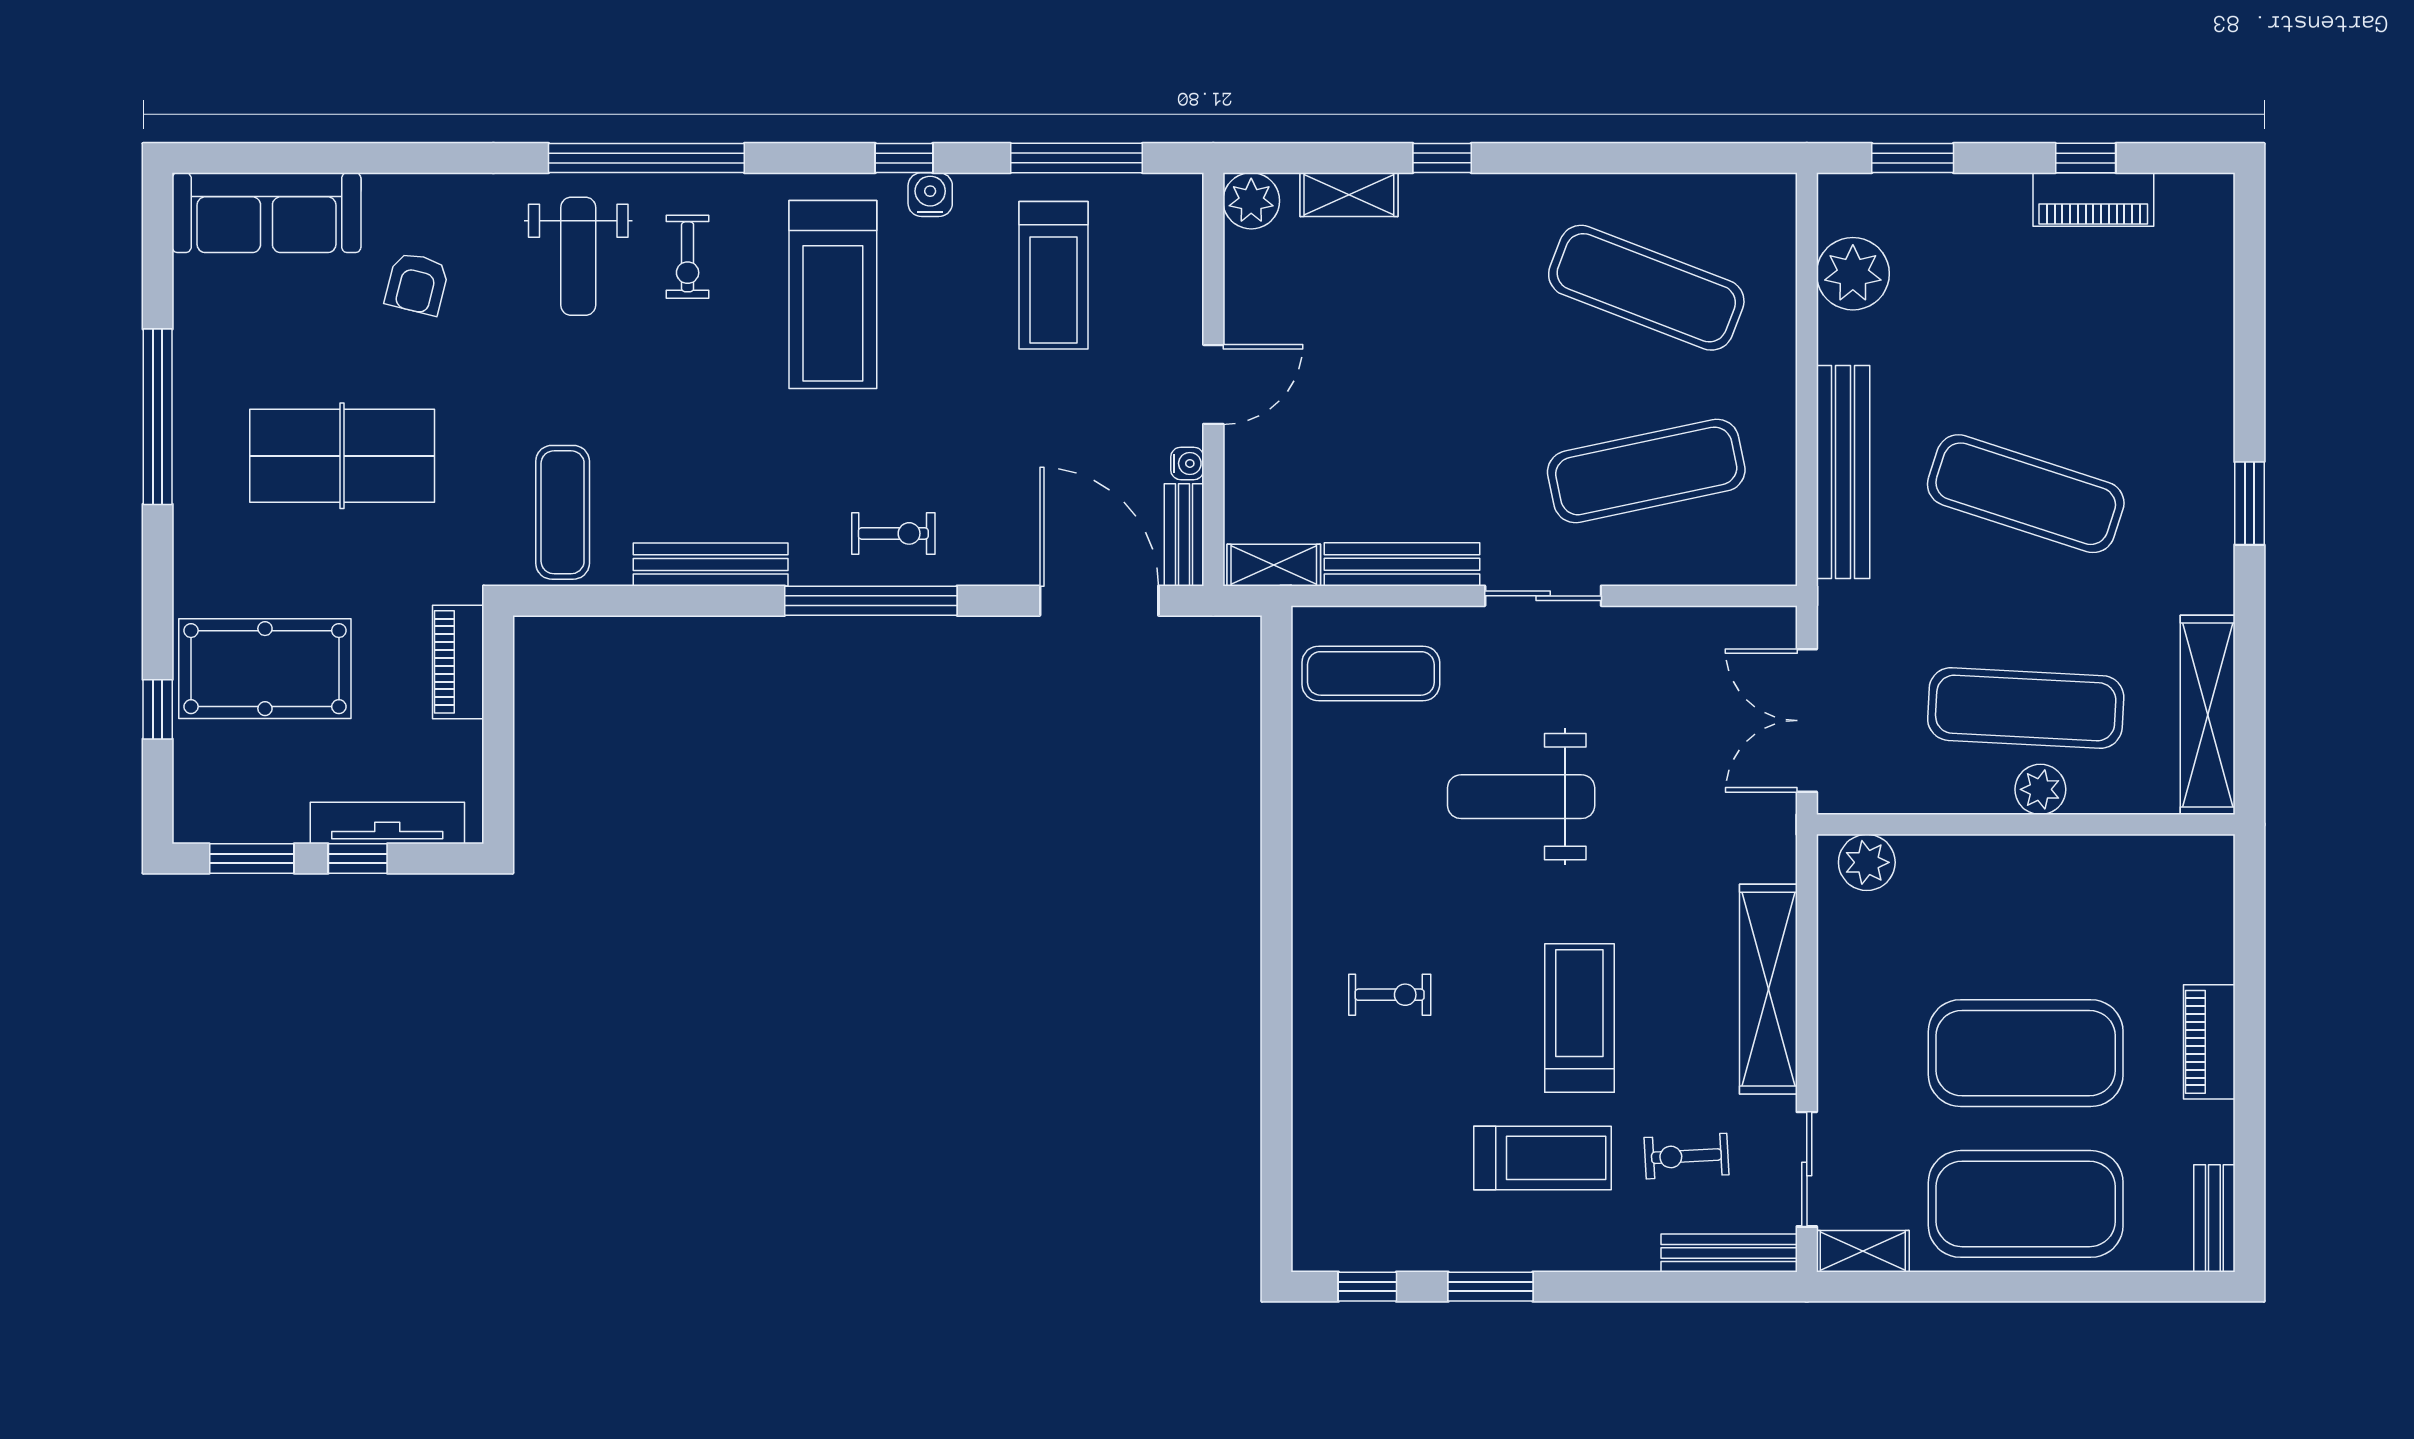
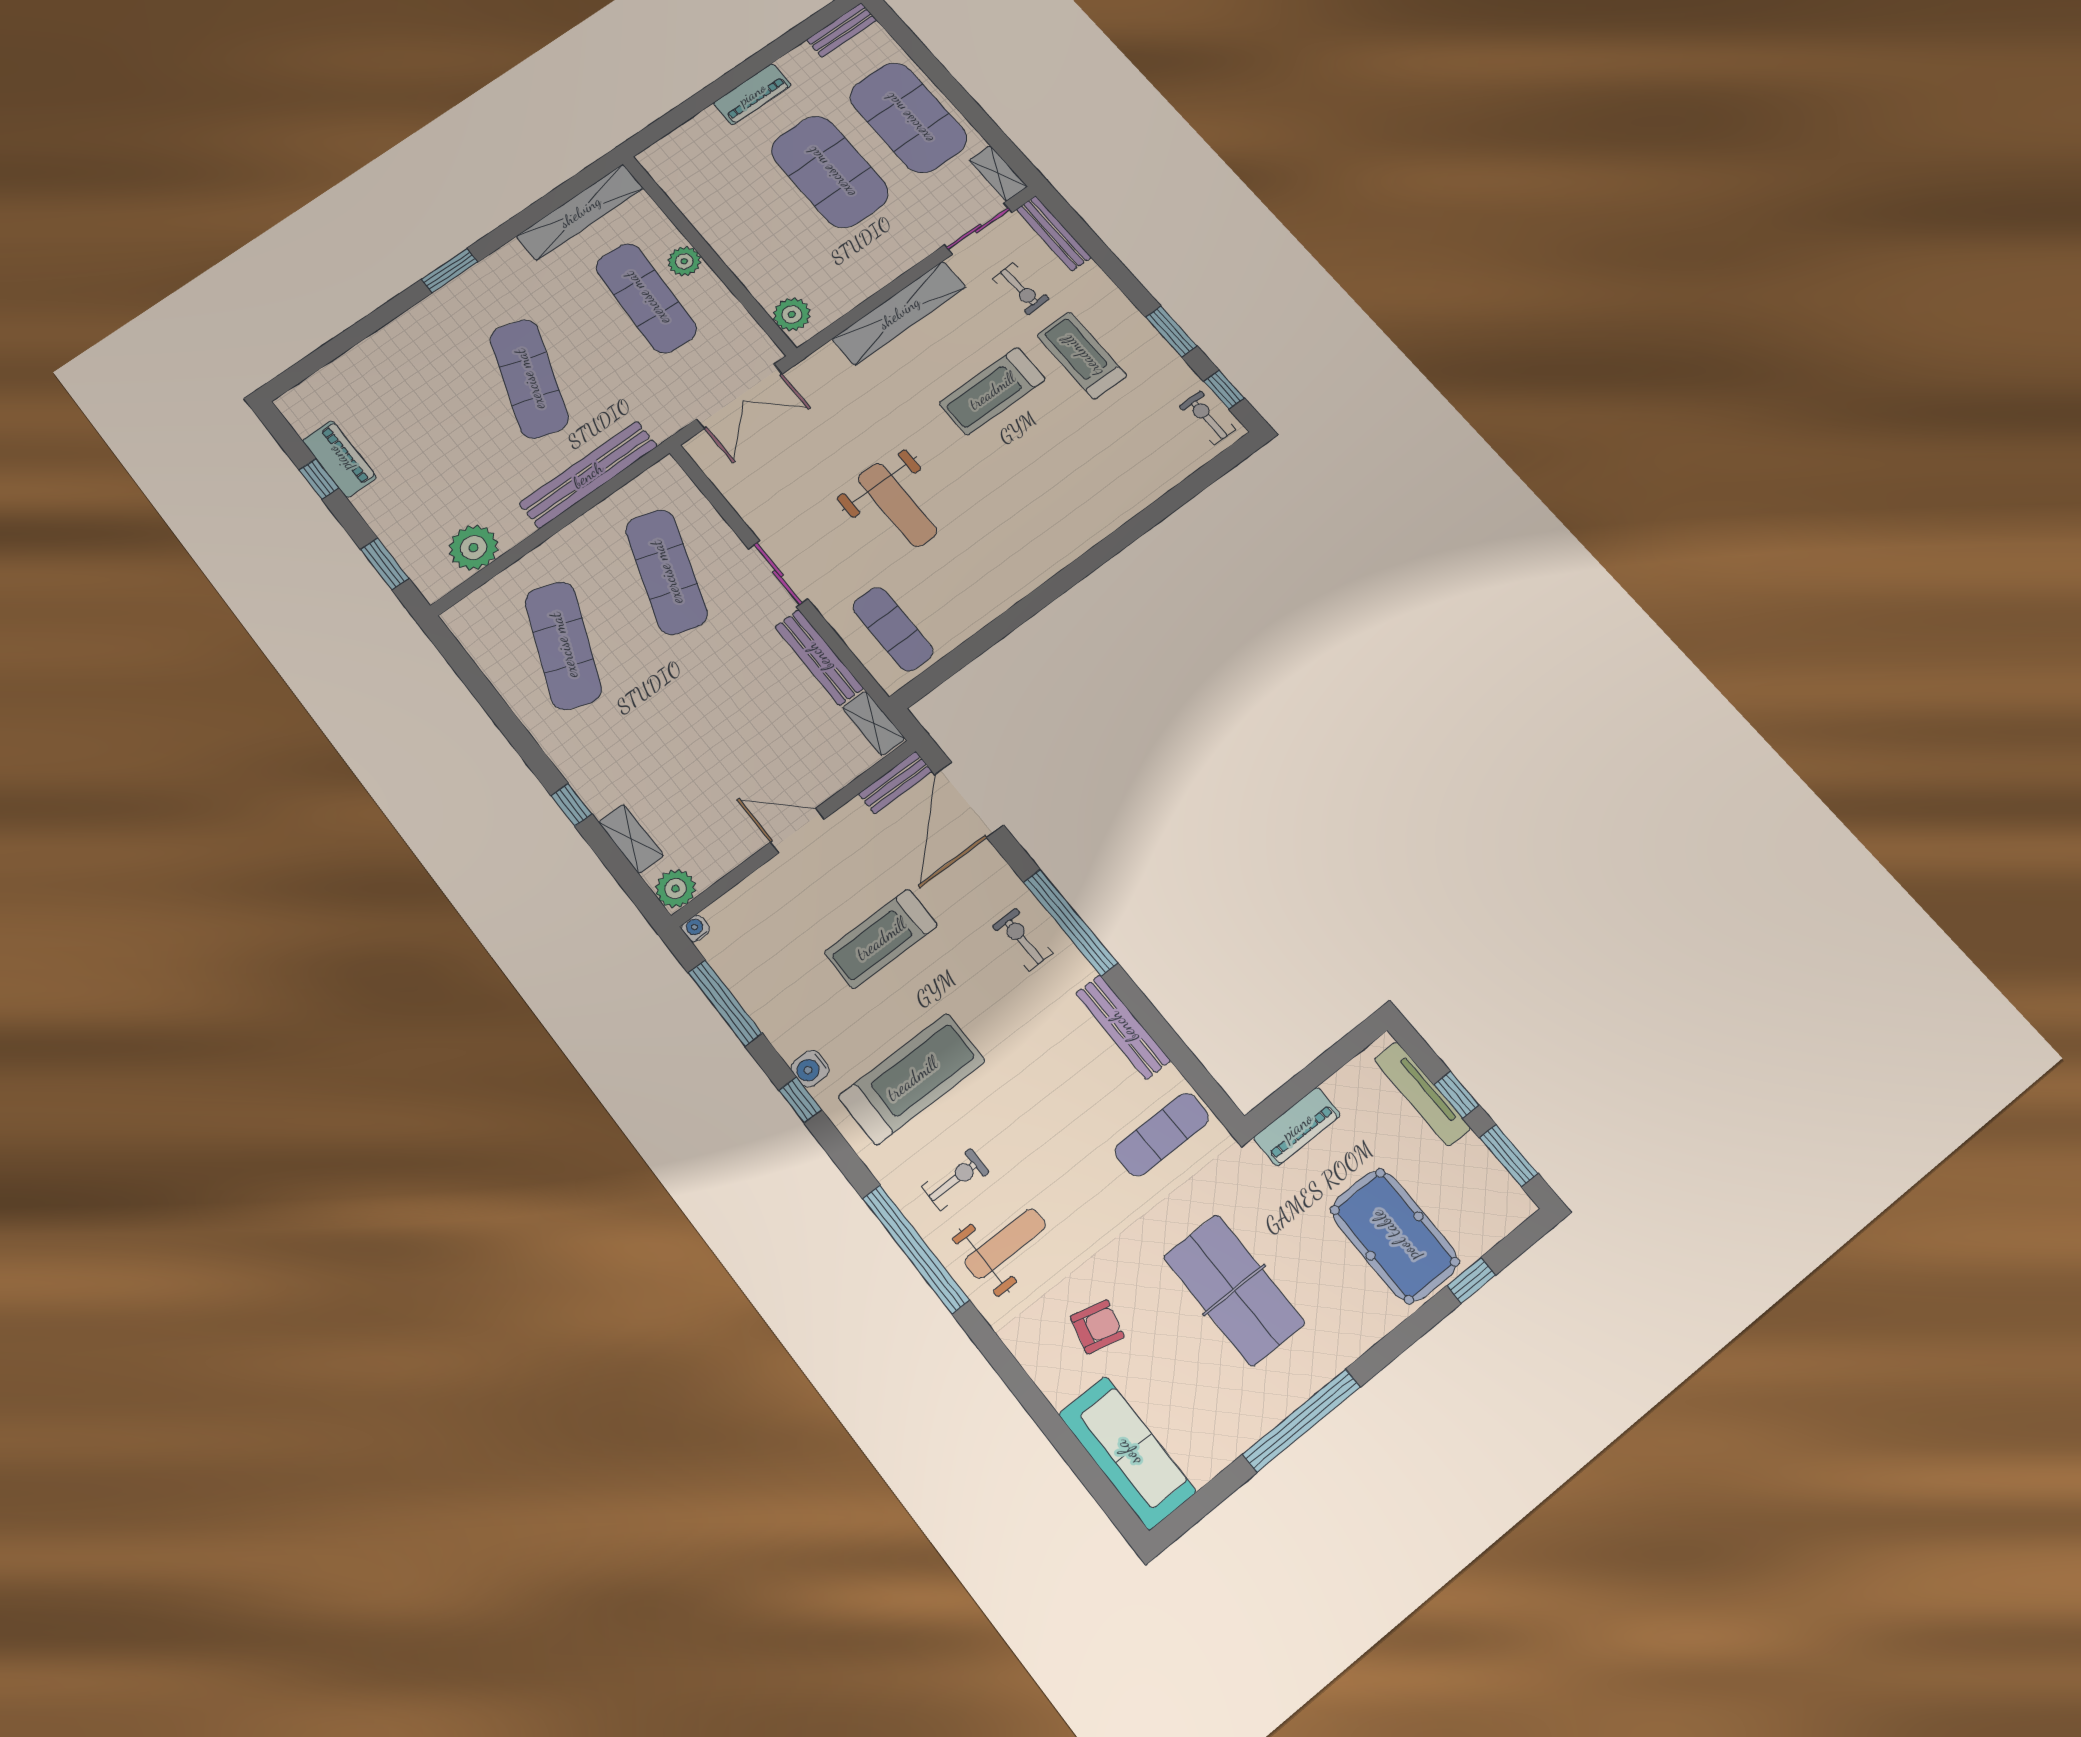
treadmill: (1054, 275) -> (881, 939), moved, turned 180
water cooler: (1187, 463) -> (696, 928), moved
exercise mat: (1646, 471) -> (666, 572), turned 30
exercise bike: (1390, 995) -> (1207, 418), moved

